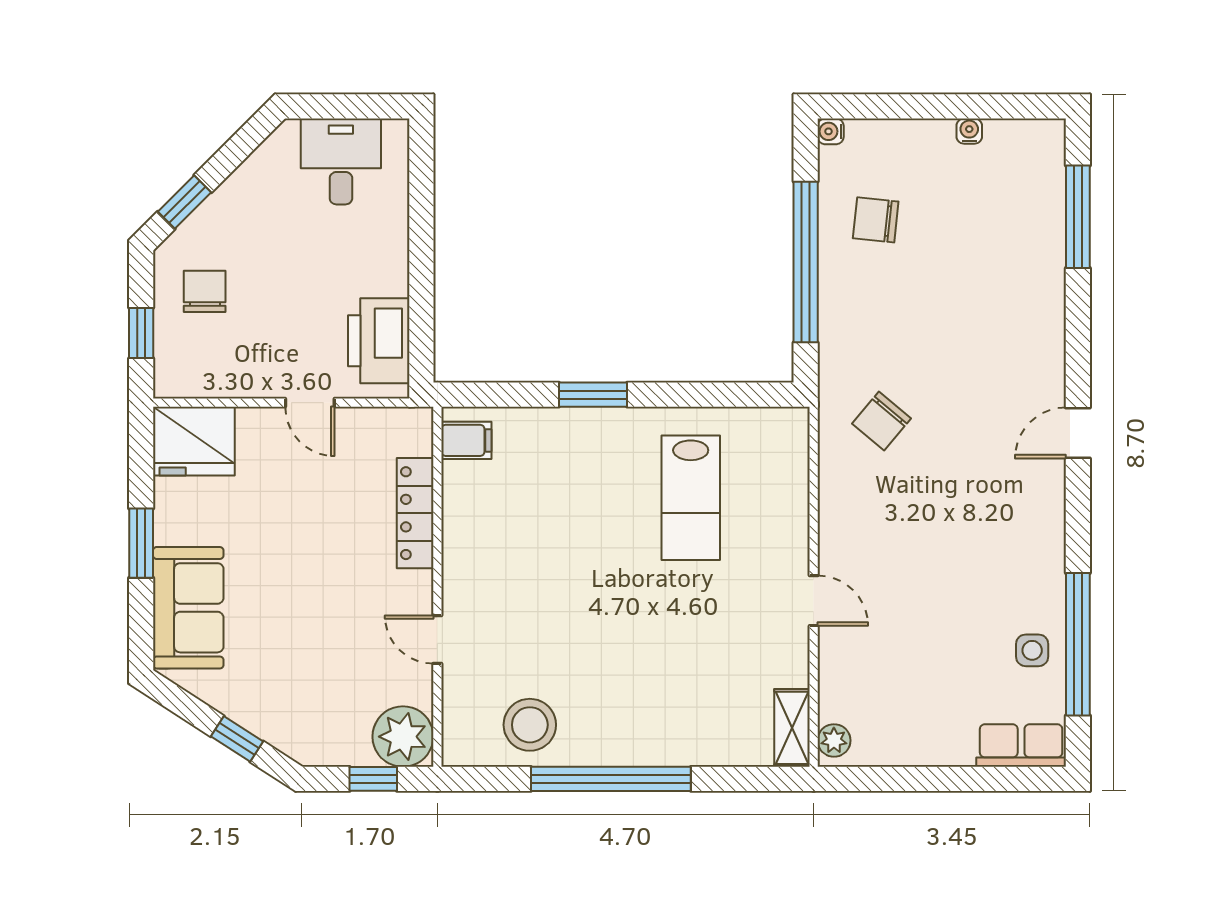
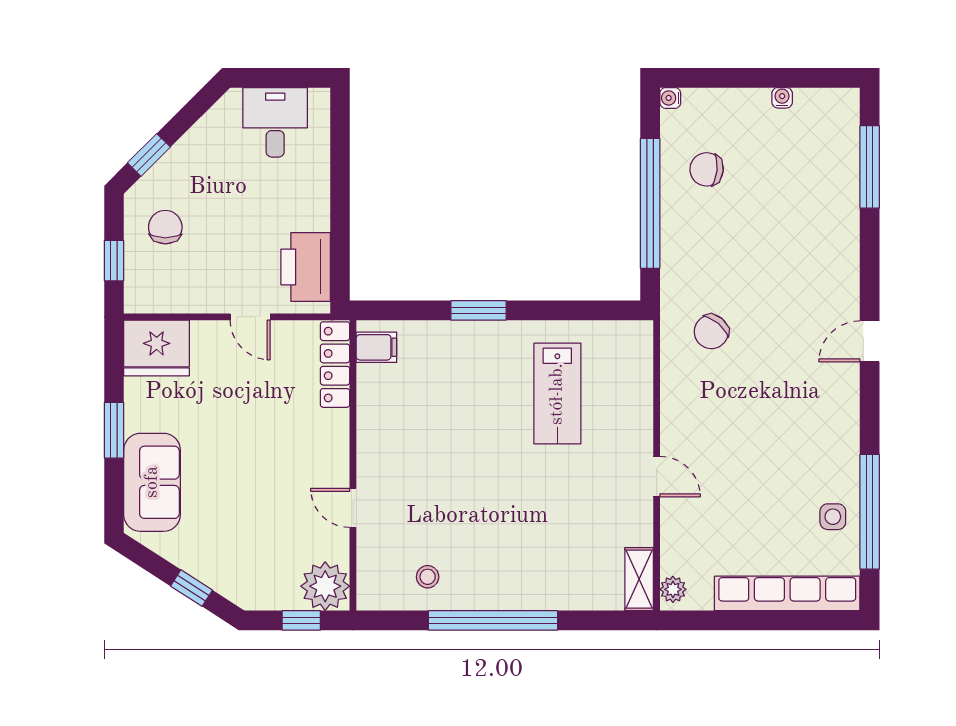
locker: (415, 513) -> (335, 365), moved
stool: (530, 725) -> (428, 577), width x0.53, depth x0.53
row of seats: (1021, 746) -> (787, 593), width x2.02

